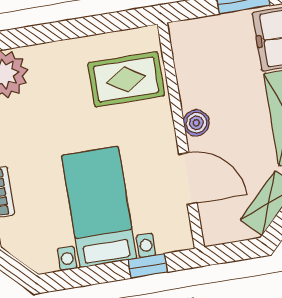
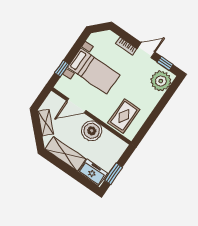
boiler: (196, 123) -> (92, 131), width x1.86, depth x1.86

